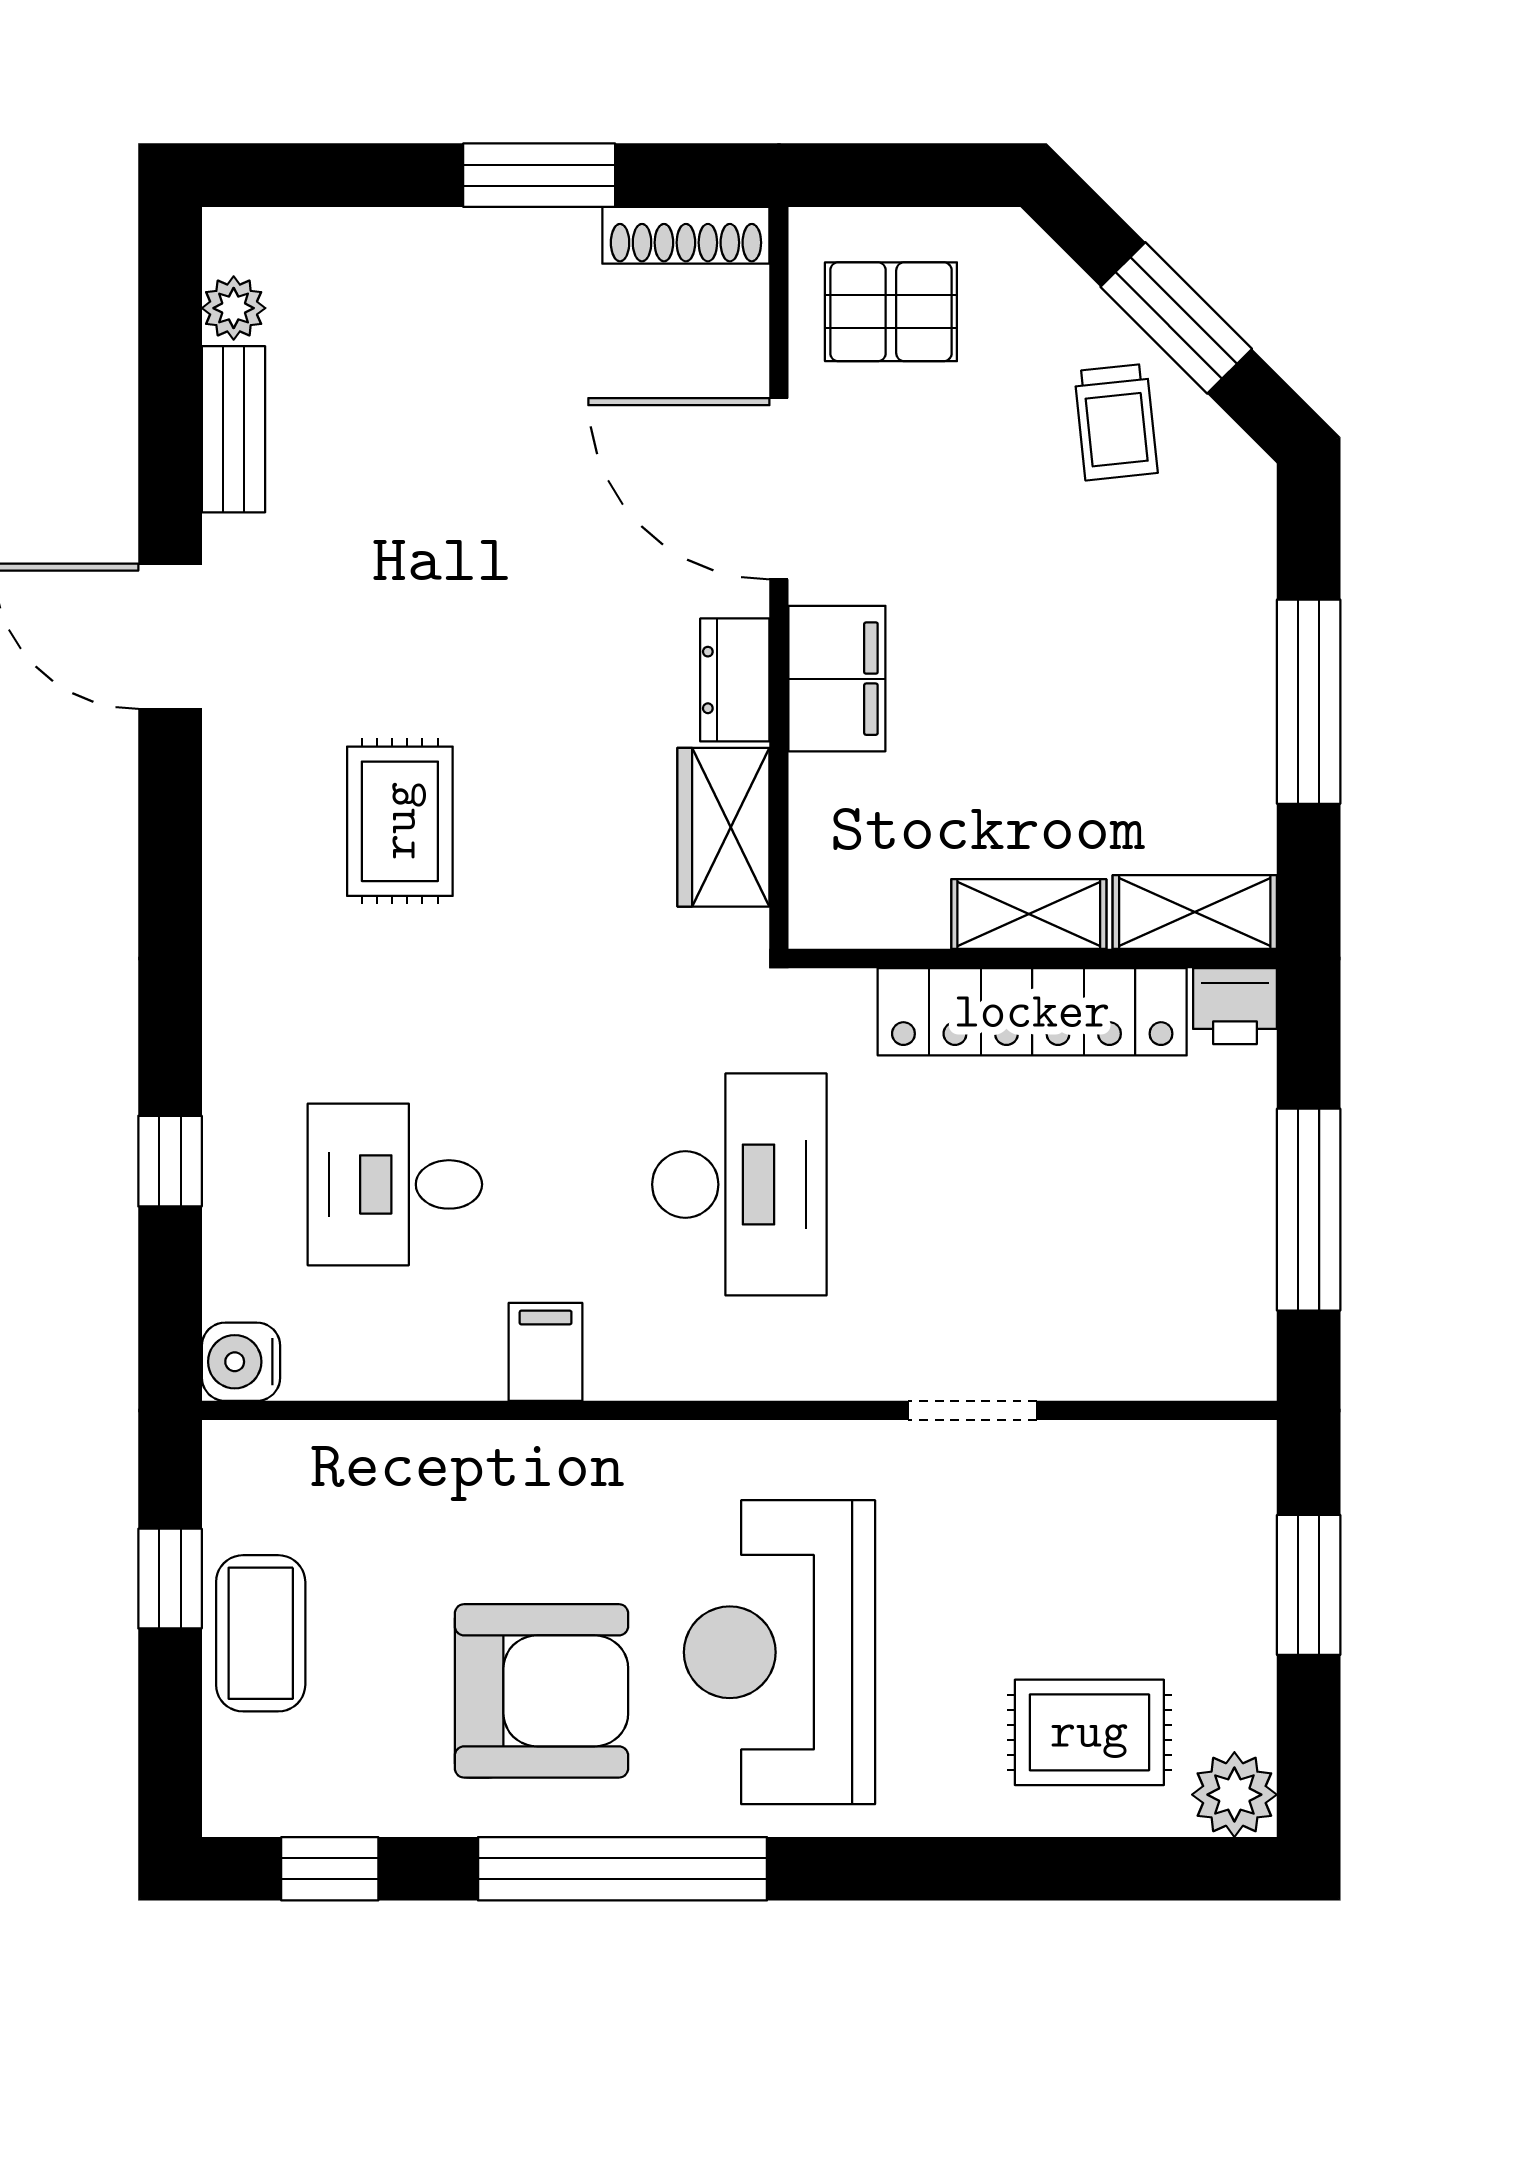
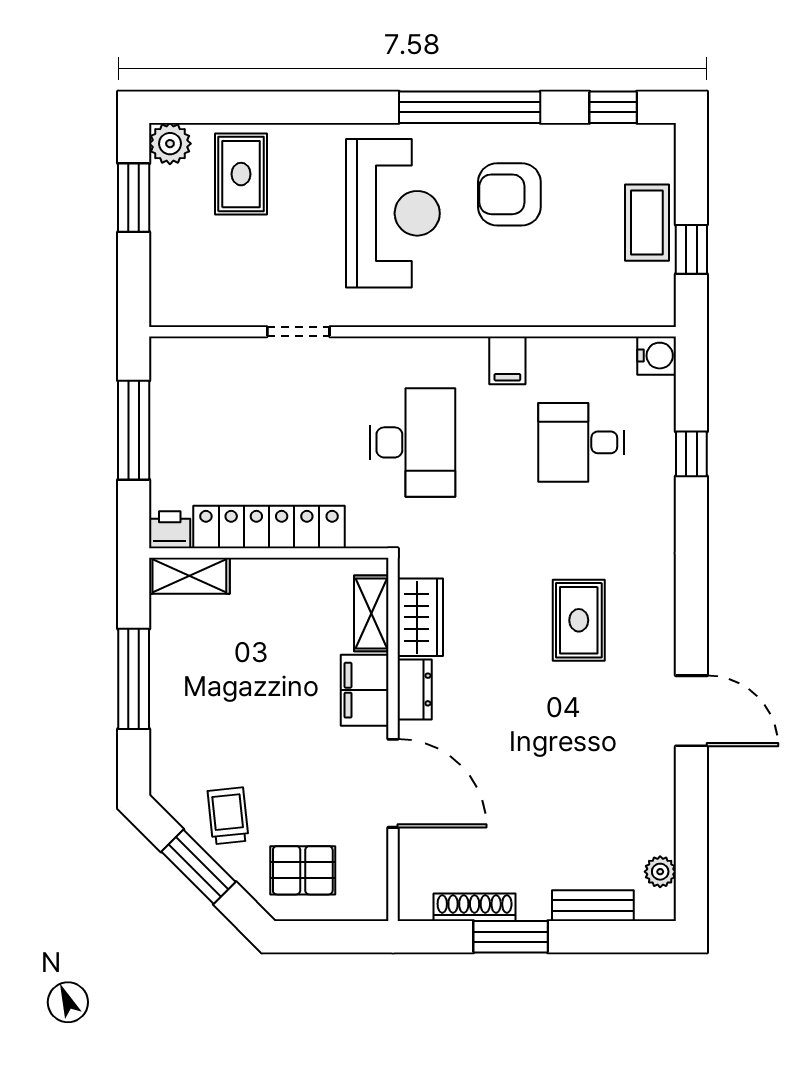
shoe rack: (686, 235) -> (475, 907), moved
pallet: (891, 312) -> (303, 870), moved
bench: (233, 429) -> (593, 906), moved, turned 90
shelving: (1029, 914) -> (371, 613), moved, turned 90
desk: (395, 1184) -> (581, 442), turned 180
desk: (739, 1184) -> (412, 442), turned 180
window: (1309, 1585) -> (134, 198), moved
armchair: (542, 1691) -> (509, 194), width x0.73, depth x0.73
rug: (1089, 1732) -> (241, 174), turned 90

